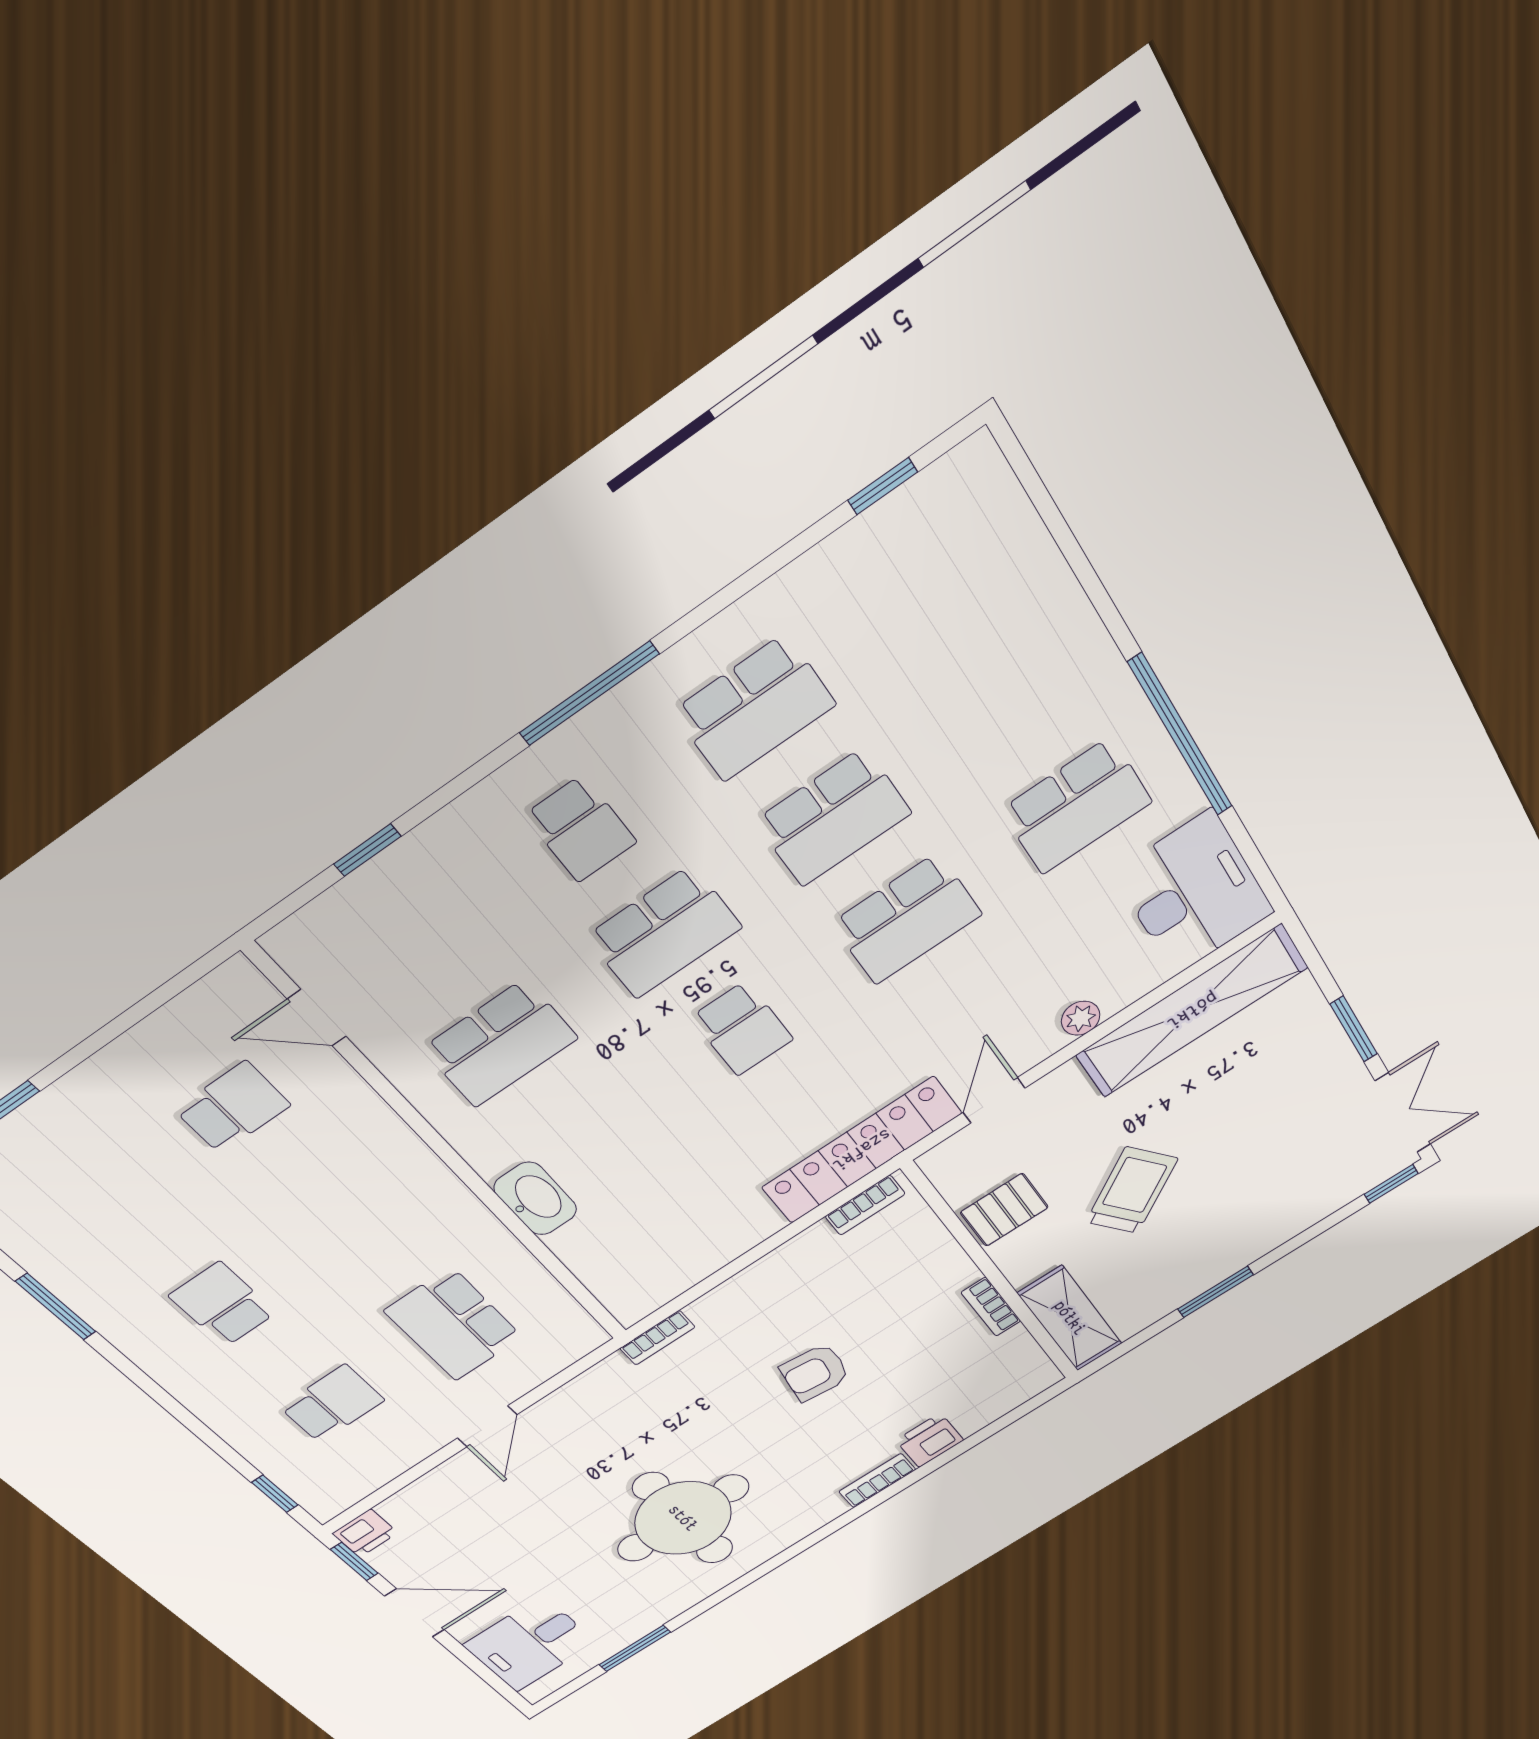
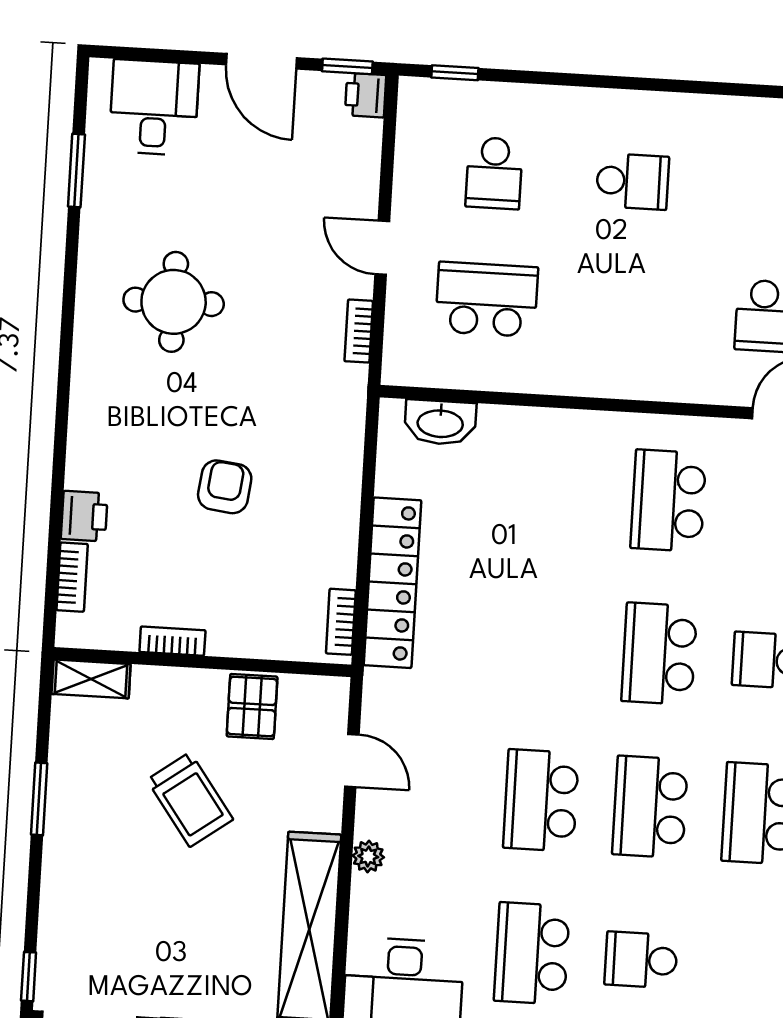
school desk: (742, 1028) -> (641, 960), moved
locker: (862, 1150) -> (392, 583), moved
washbasin: (535, 1199) -> (440, 422), moved
window: (56, 1307) -> (721, 89), removed
shelving: (1070, 1318) -> (91, 679), width x0.67, depth x0.75
bookcase: (657, 1338) -> (359, 331), moved
bookcase: (877, 1481) -> (72, 577), moved
round table: (683, 1518) -> (174, 302), width x0.73, depth x0.73
door: (415, 1613) -> (261, 61), hinge flipped

